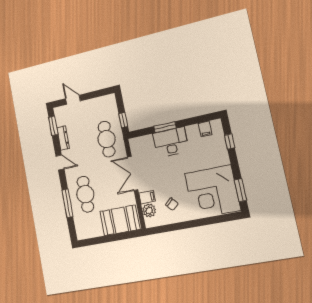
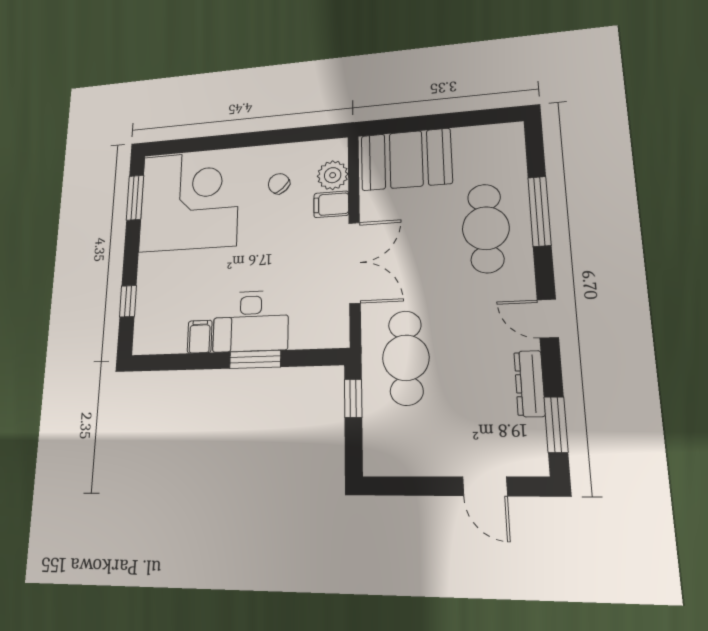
filing cabinet: (205, 129) -> (200, 337), moved

